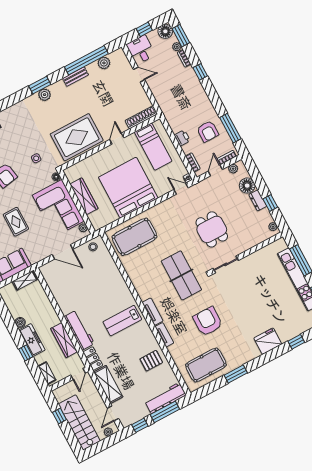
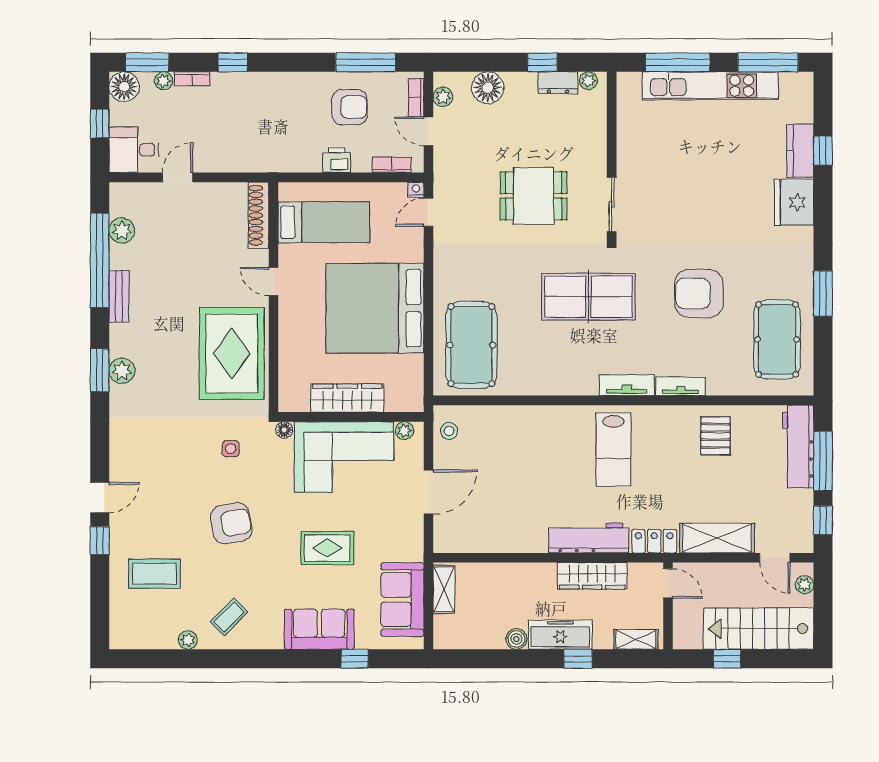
dresser: (258, 200) -> (558, 83), moved
kitchen counter: (291, 332) -> (800, 151), added

